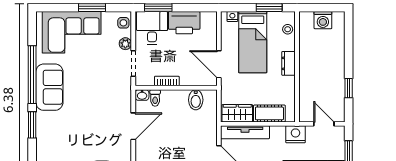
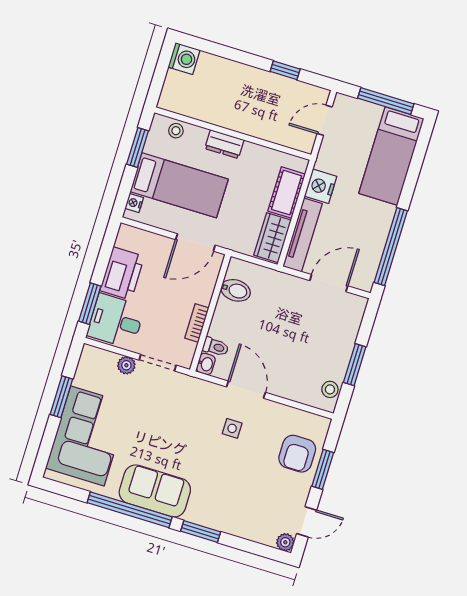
washing machine: (323, 20) -> (184, 59), moved
side table: (123, 23) -> (232, 428), moved
nightstand: (296, 134) -> (321, 186), moved

